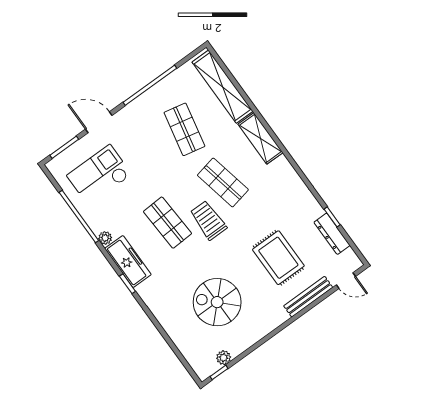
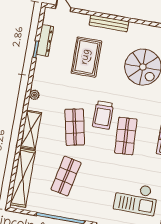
plant: (290, 174) -> (34, 95), added
bench: (308, 297) -> (109, 23), moved

